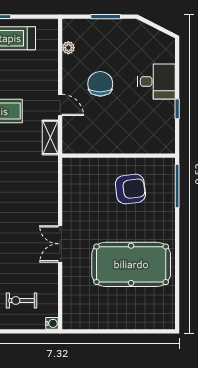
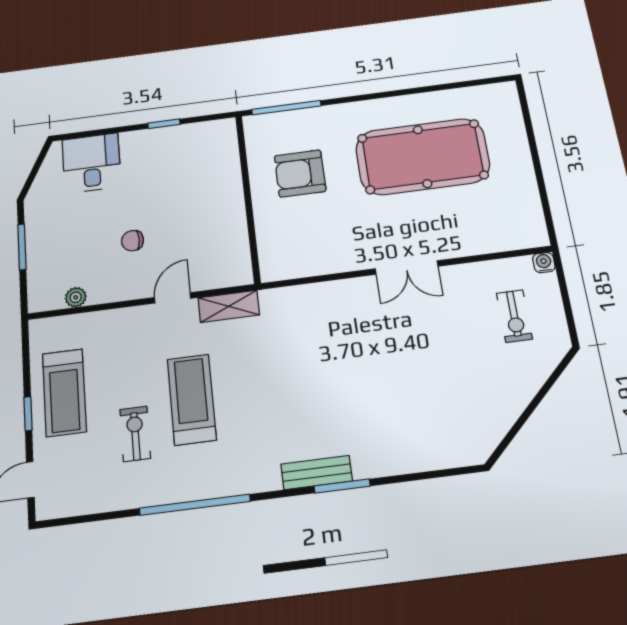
desk: (156, 81) -> (91, 163), moved
chair: (100, 84) -> (132, 241), width x0.54, depth x0.54
armchair: (130, 189) -> (300, 173), turned -83
pool table: (131, 264) -> (423, 157), turned 90

